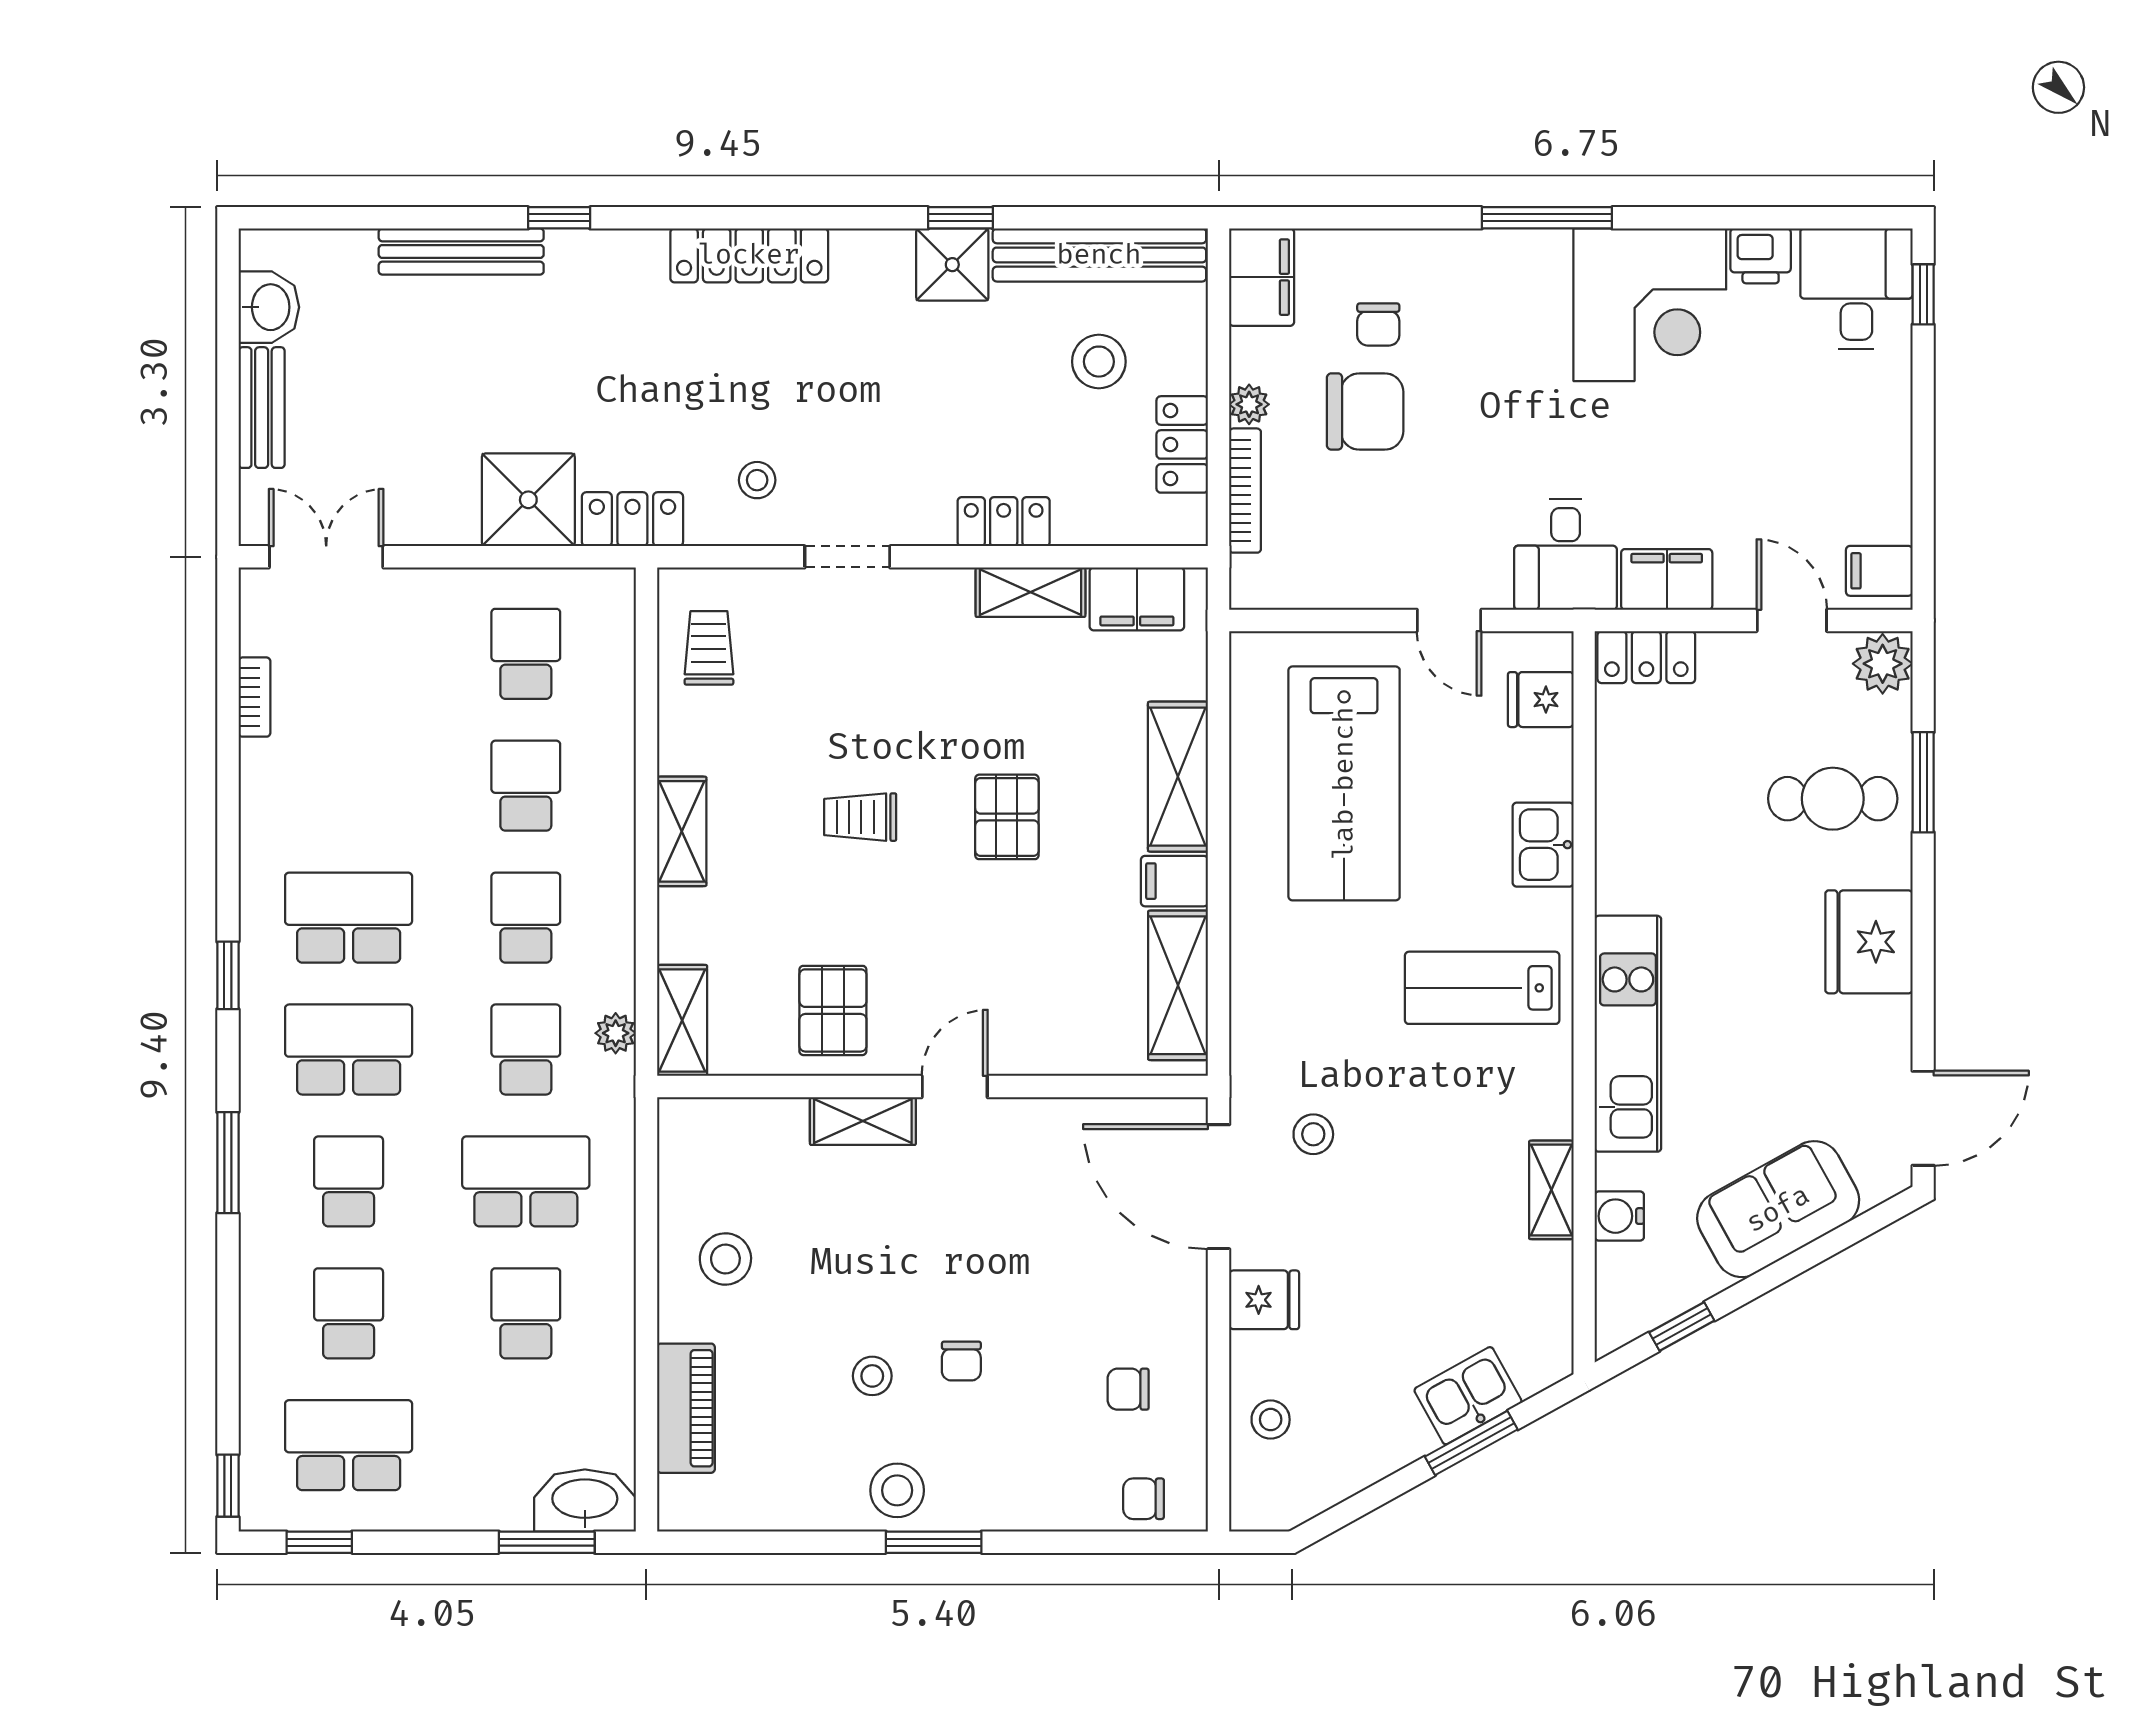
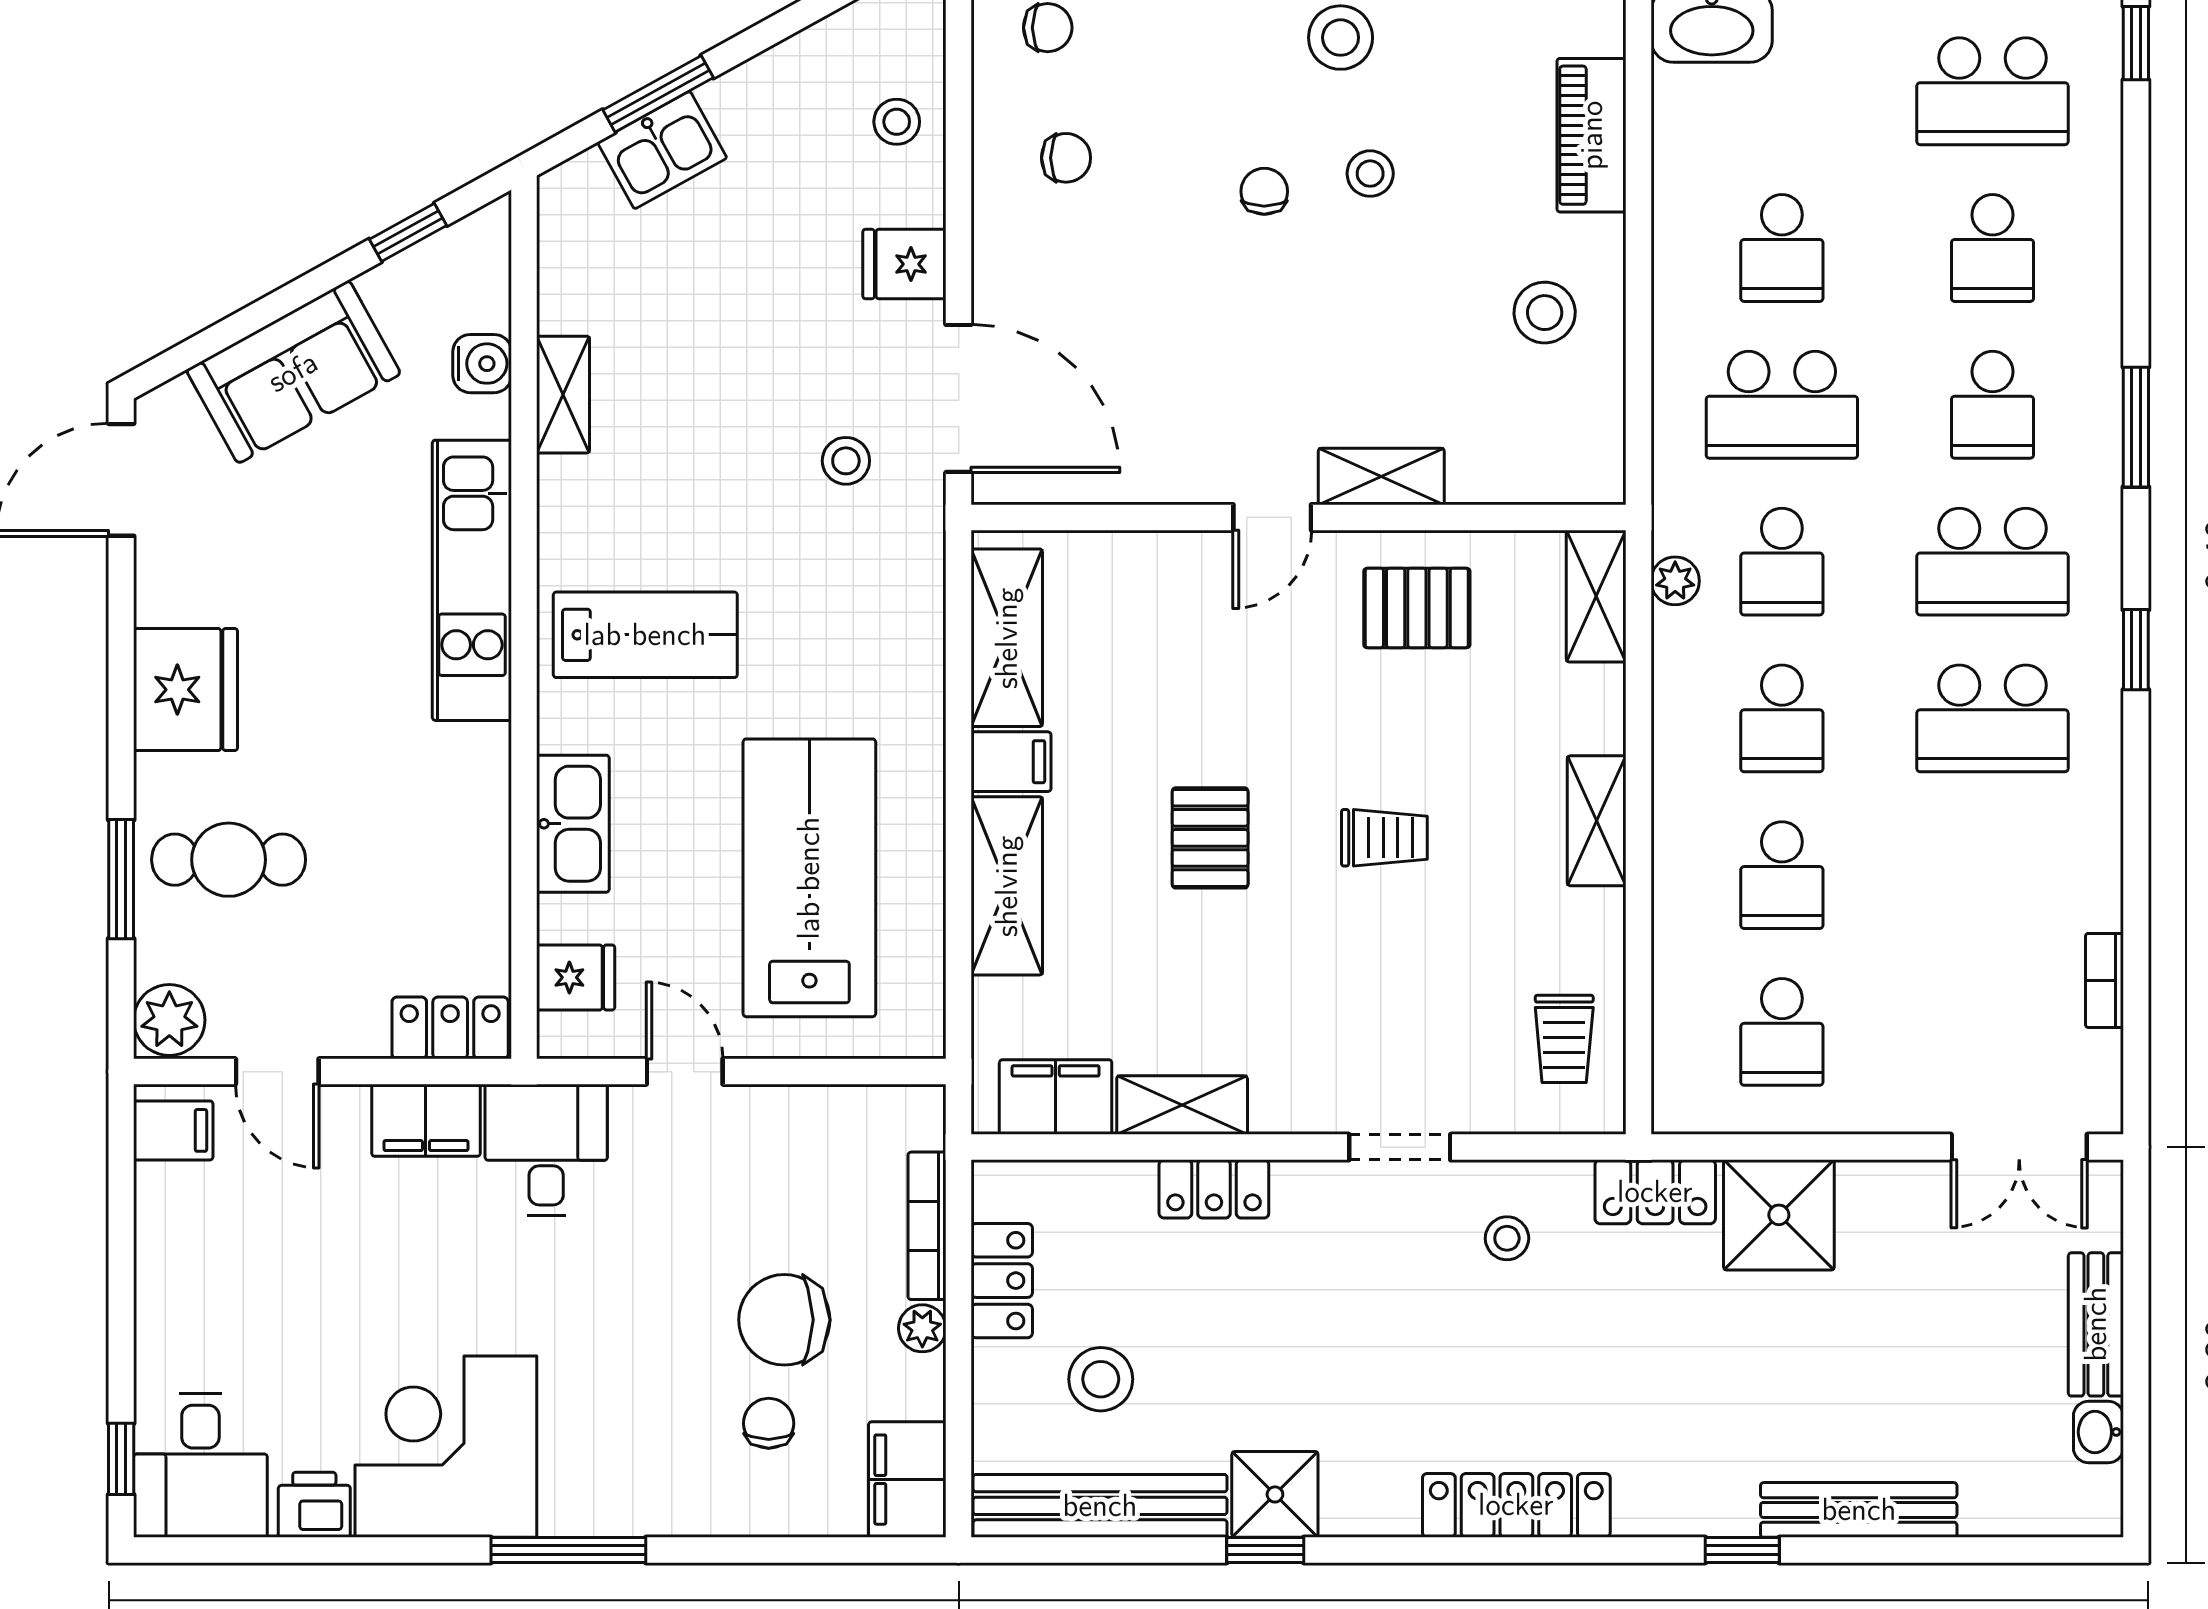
washbasin: (269, 307) -> (2098, 1432), width x0.72, depth x0.69
kitchen sink: (1543, 845) -> (573, 824), width x1.38
pallet: (833, 1010) -> (1417, 608), turned 90

